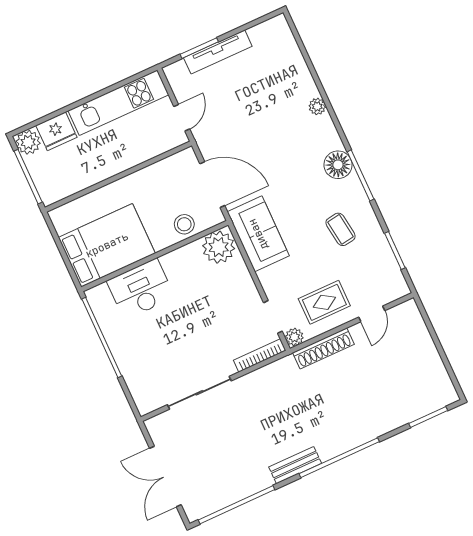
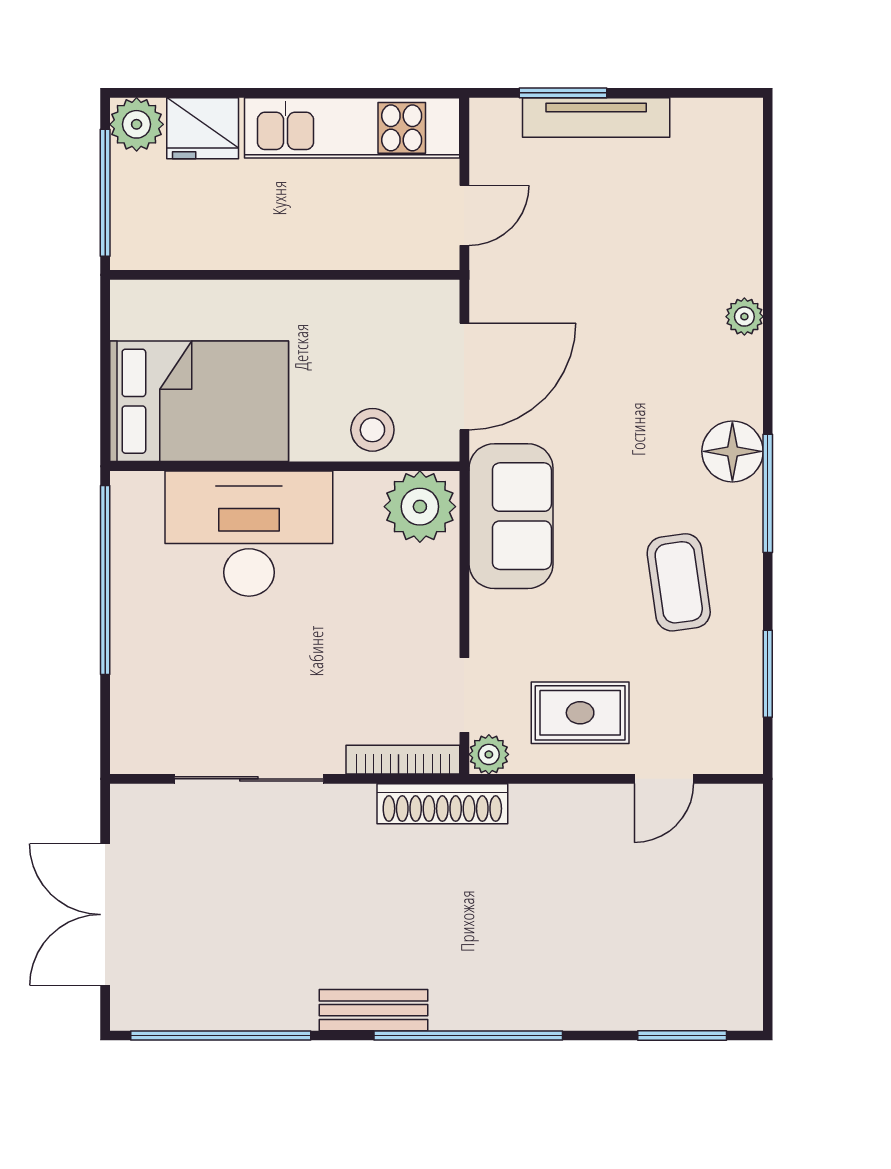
door: (212, 185) -> (464, 376), hinge flipped
coffee table: (341, 229) -> (679, 582), width x1.36, depth x1.30
desk: (141, 289) -> (249, 534), width x1.36, depth x1.30
shoe rack: (323, 348) -> (442, 804), moved

